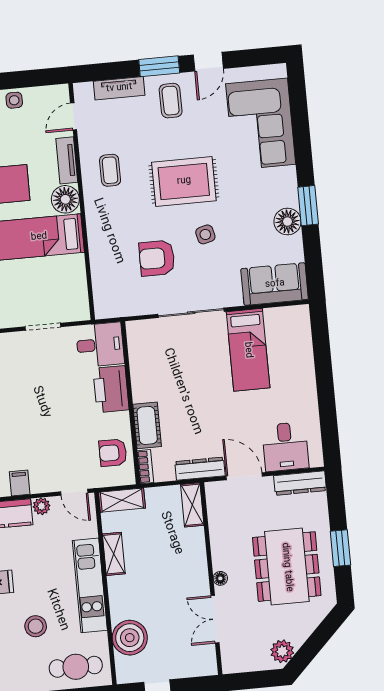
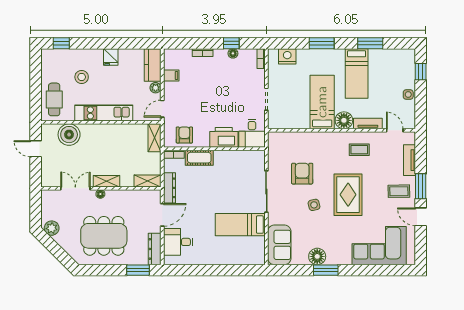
window: (340, 548) -> (138, 270), moved
shelving: (114, 554) -> (106, 181), moved

